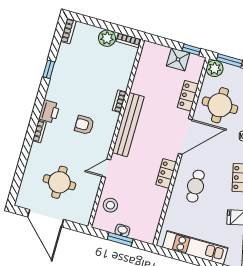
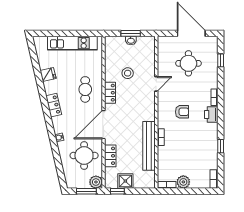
bench: (128, 125) -> (149, 146), moved
window: (19, 175) -> (221, 60), added
stool: (110, 205) -> (128, 73), moved

